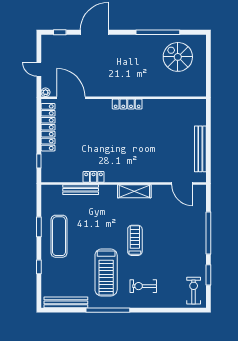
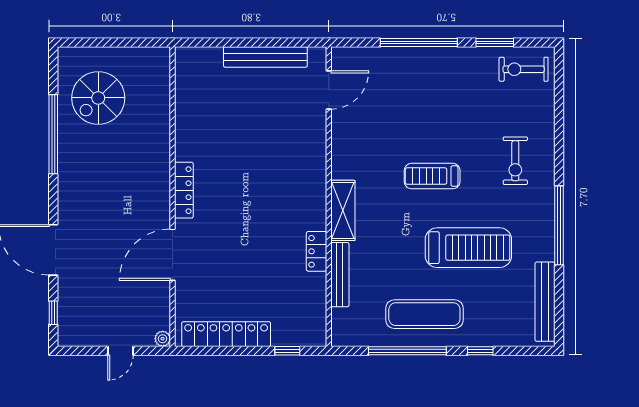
door: (71, 98) -> (172, 255), moved
shelving: (134, 191) -> (343, 210), moved
window: (39, 227) -> (407, 351), width x2.11
treadmill: (106, 273) -> (468, 248), moved

